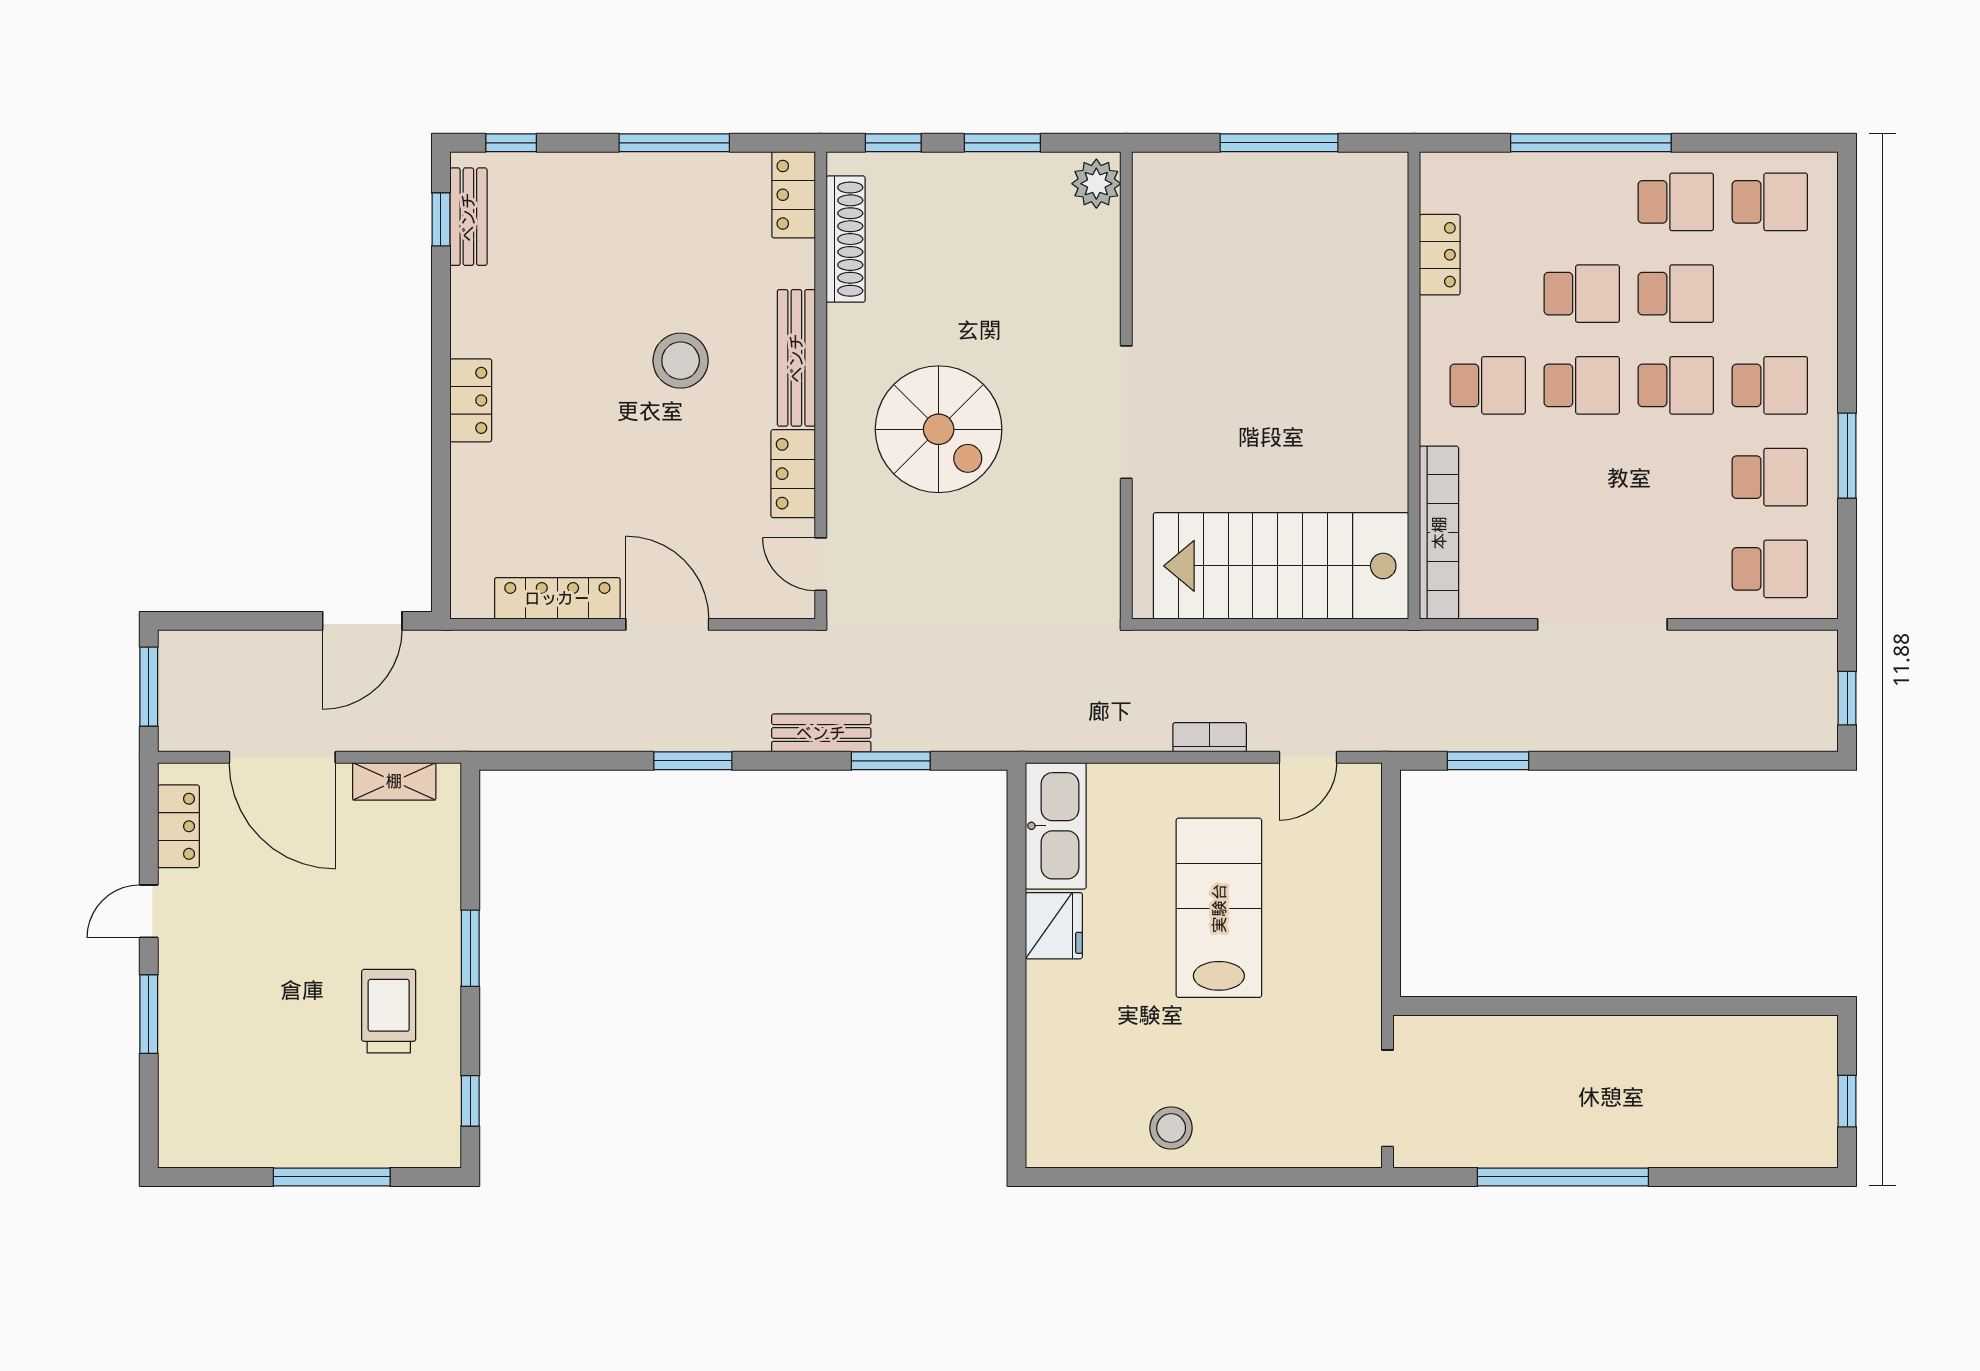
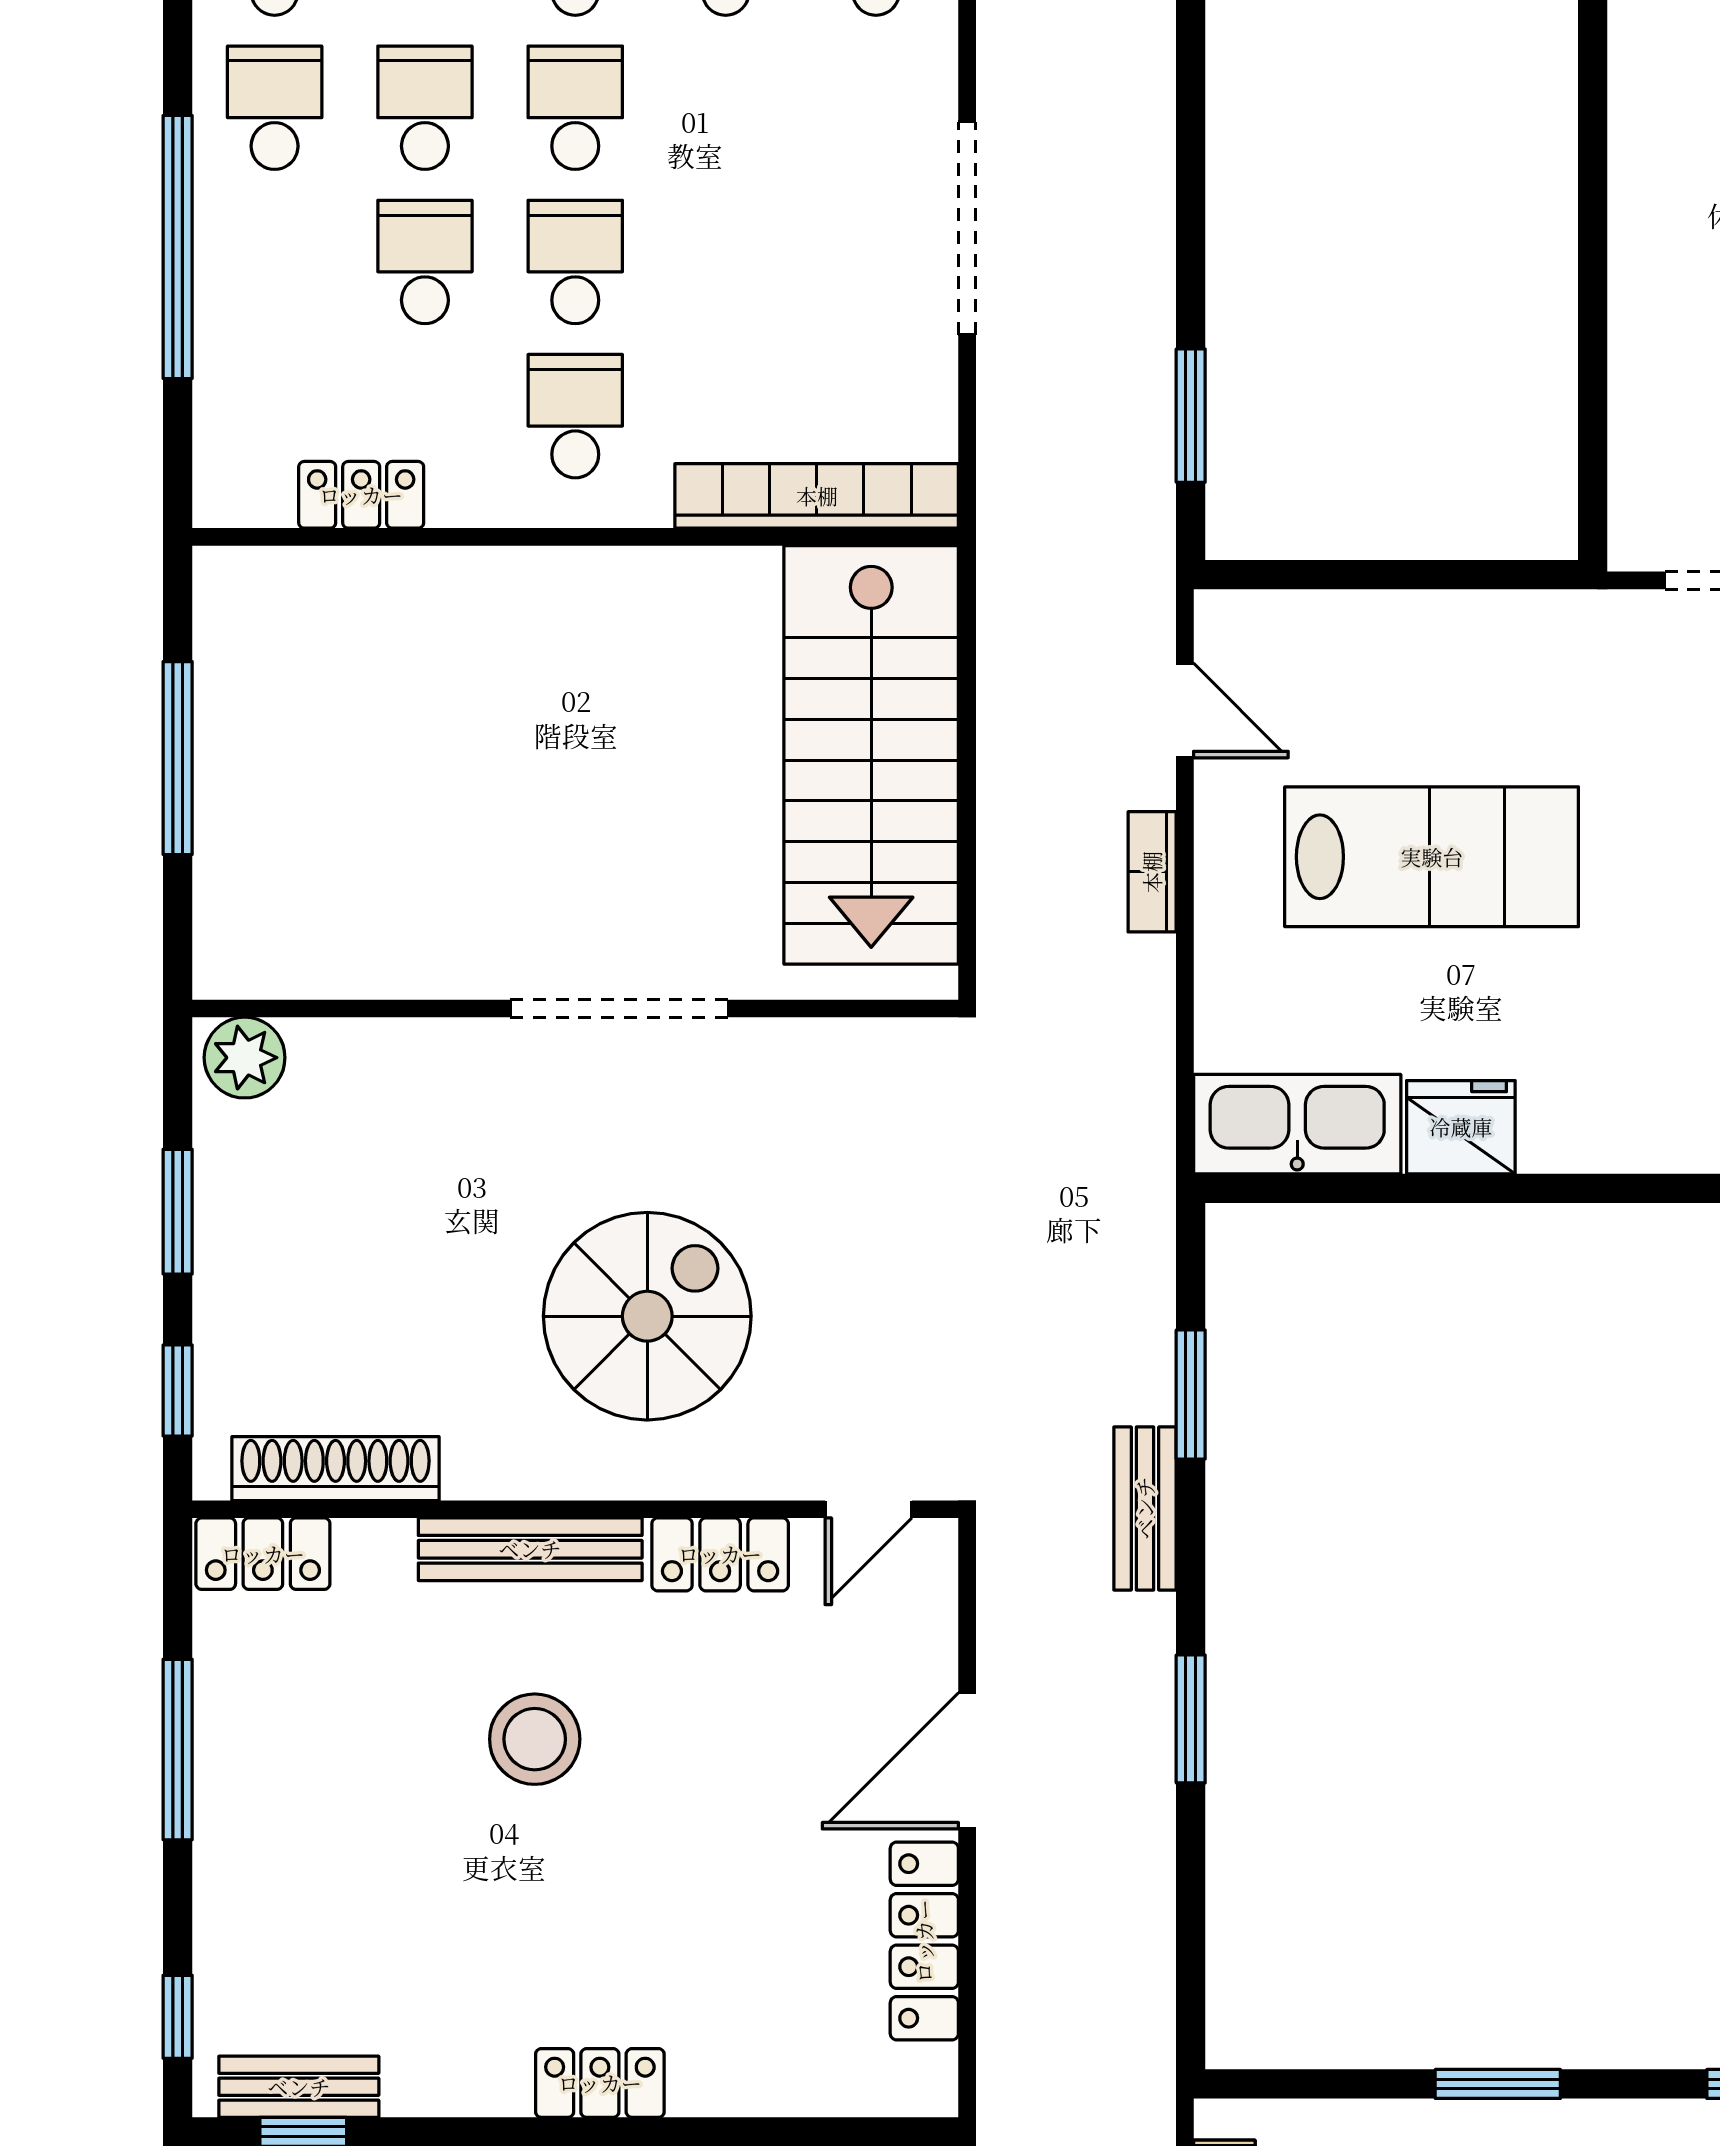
lab bench: (1219, 908) -> (1432, 857), turned 180

